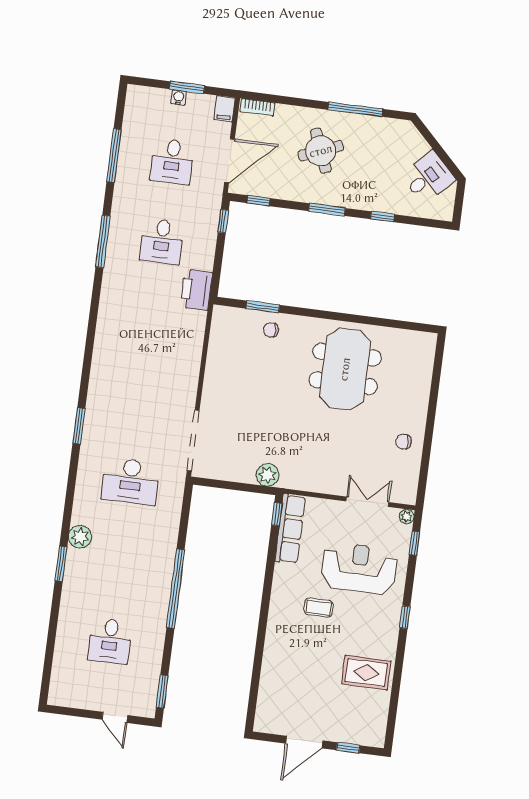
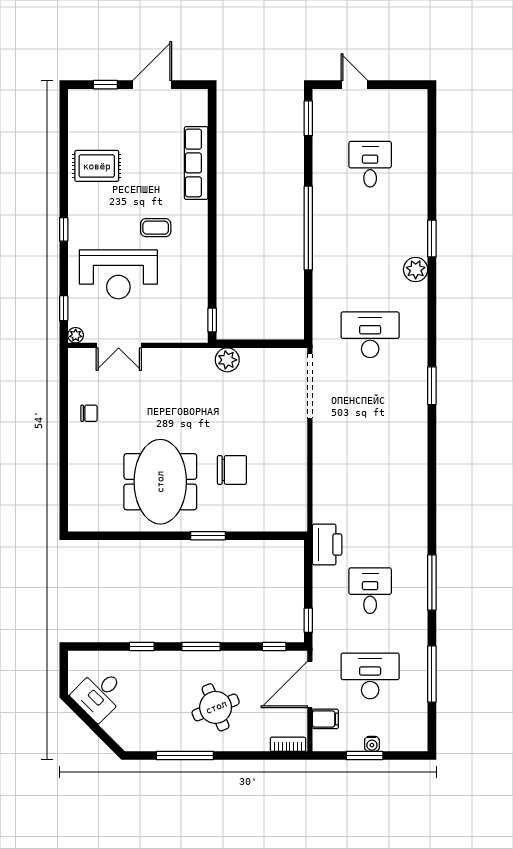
filing cabinet: (225, 109) -> (325, 719), moved, turned 90
desk: (172, 161) -> (370, 676), width x1.37
window: (263, 307) -> (208, 536), moved
chair: (271, 330) -> (232, 470), moved, width x1.87, depth x1.87
row of seats: (290, 529) -> (196, 163), moved

